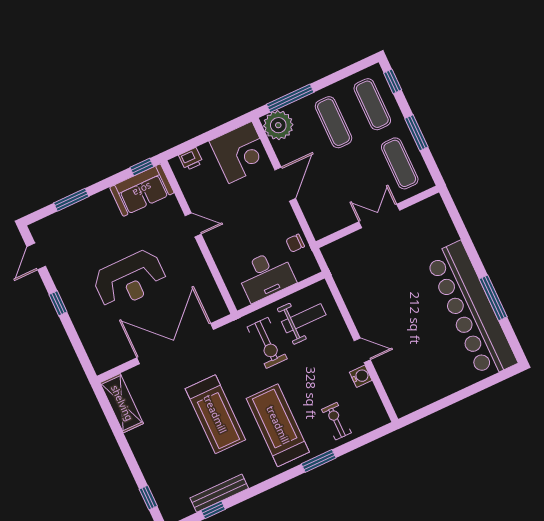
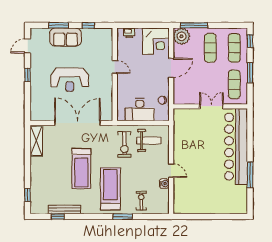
window: (142, 167) -> (88, 25), moved
sofa: (142, 190) -> (65, 37), moved
bar counter: (471, 310) -> (236, 147), moved

